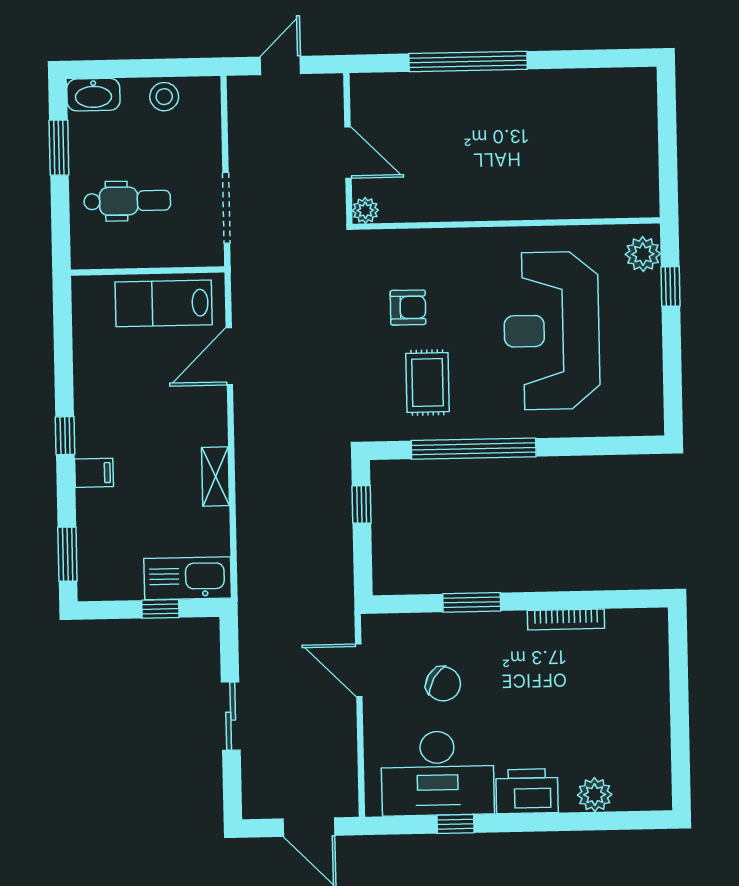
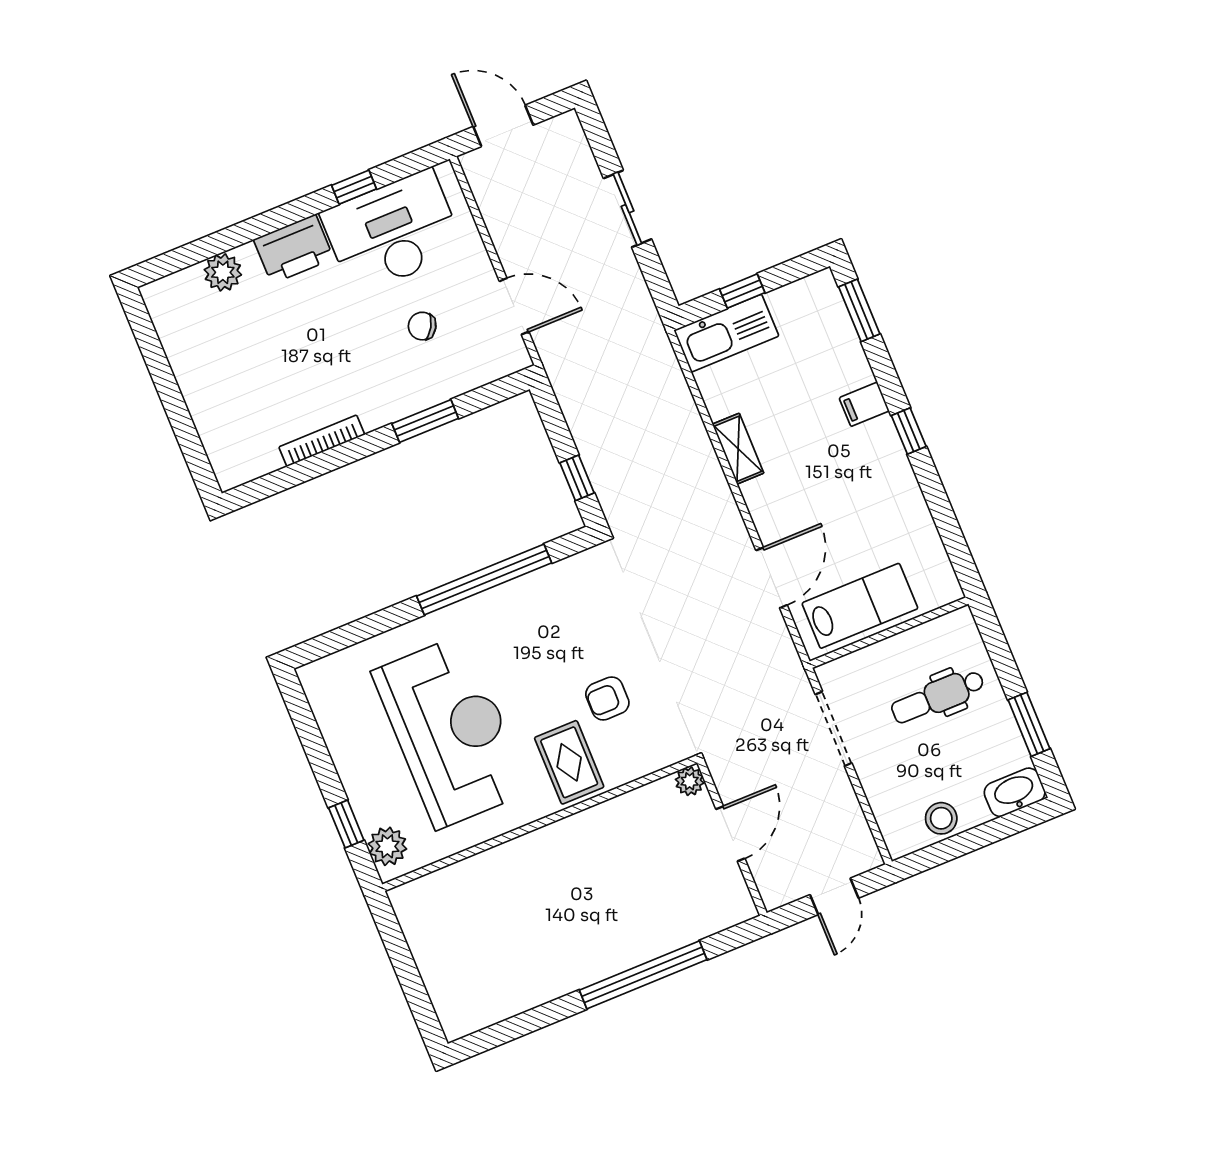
door: (348, 152) -> (730, 834), swing flipped
rug: (428, 383) -> (569, 762), moved
chair: (443, 684) -> (422, 326), width x0.73, depth x0.73

